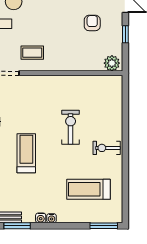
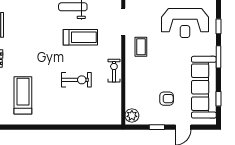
exercise bike: (107, 148) -> (114, 71), moved
treadmill: (26, 153) -> (80, 37), moved

